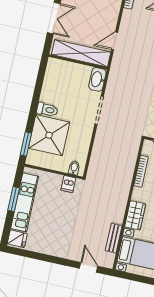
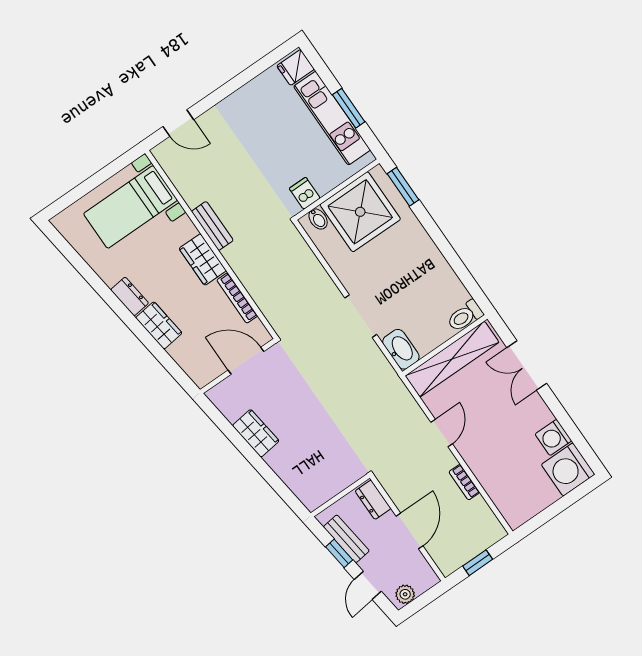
door: (115, 41) -> (442, 433), moved
toilet: (47, 110) -> (465, 316), moved
shower: (49, 135) -> (360, 212), moved
wardrobe: (135, 215) -> (203, 260), moved
bench: (114, 238) -> (212, 226), moved

